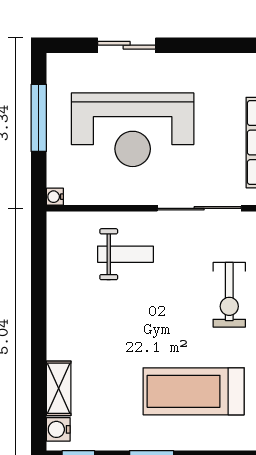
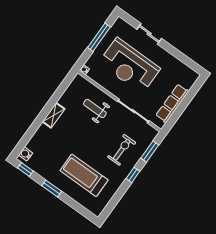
weight bench: (125, 254) -> (95, 109), turned 180
exercise bike: (229, 295) -> (122, 150), turned 180
shelving: (59, 388) -> (54, 115), moved

